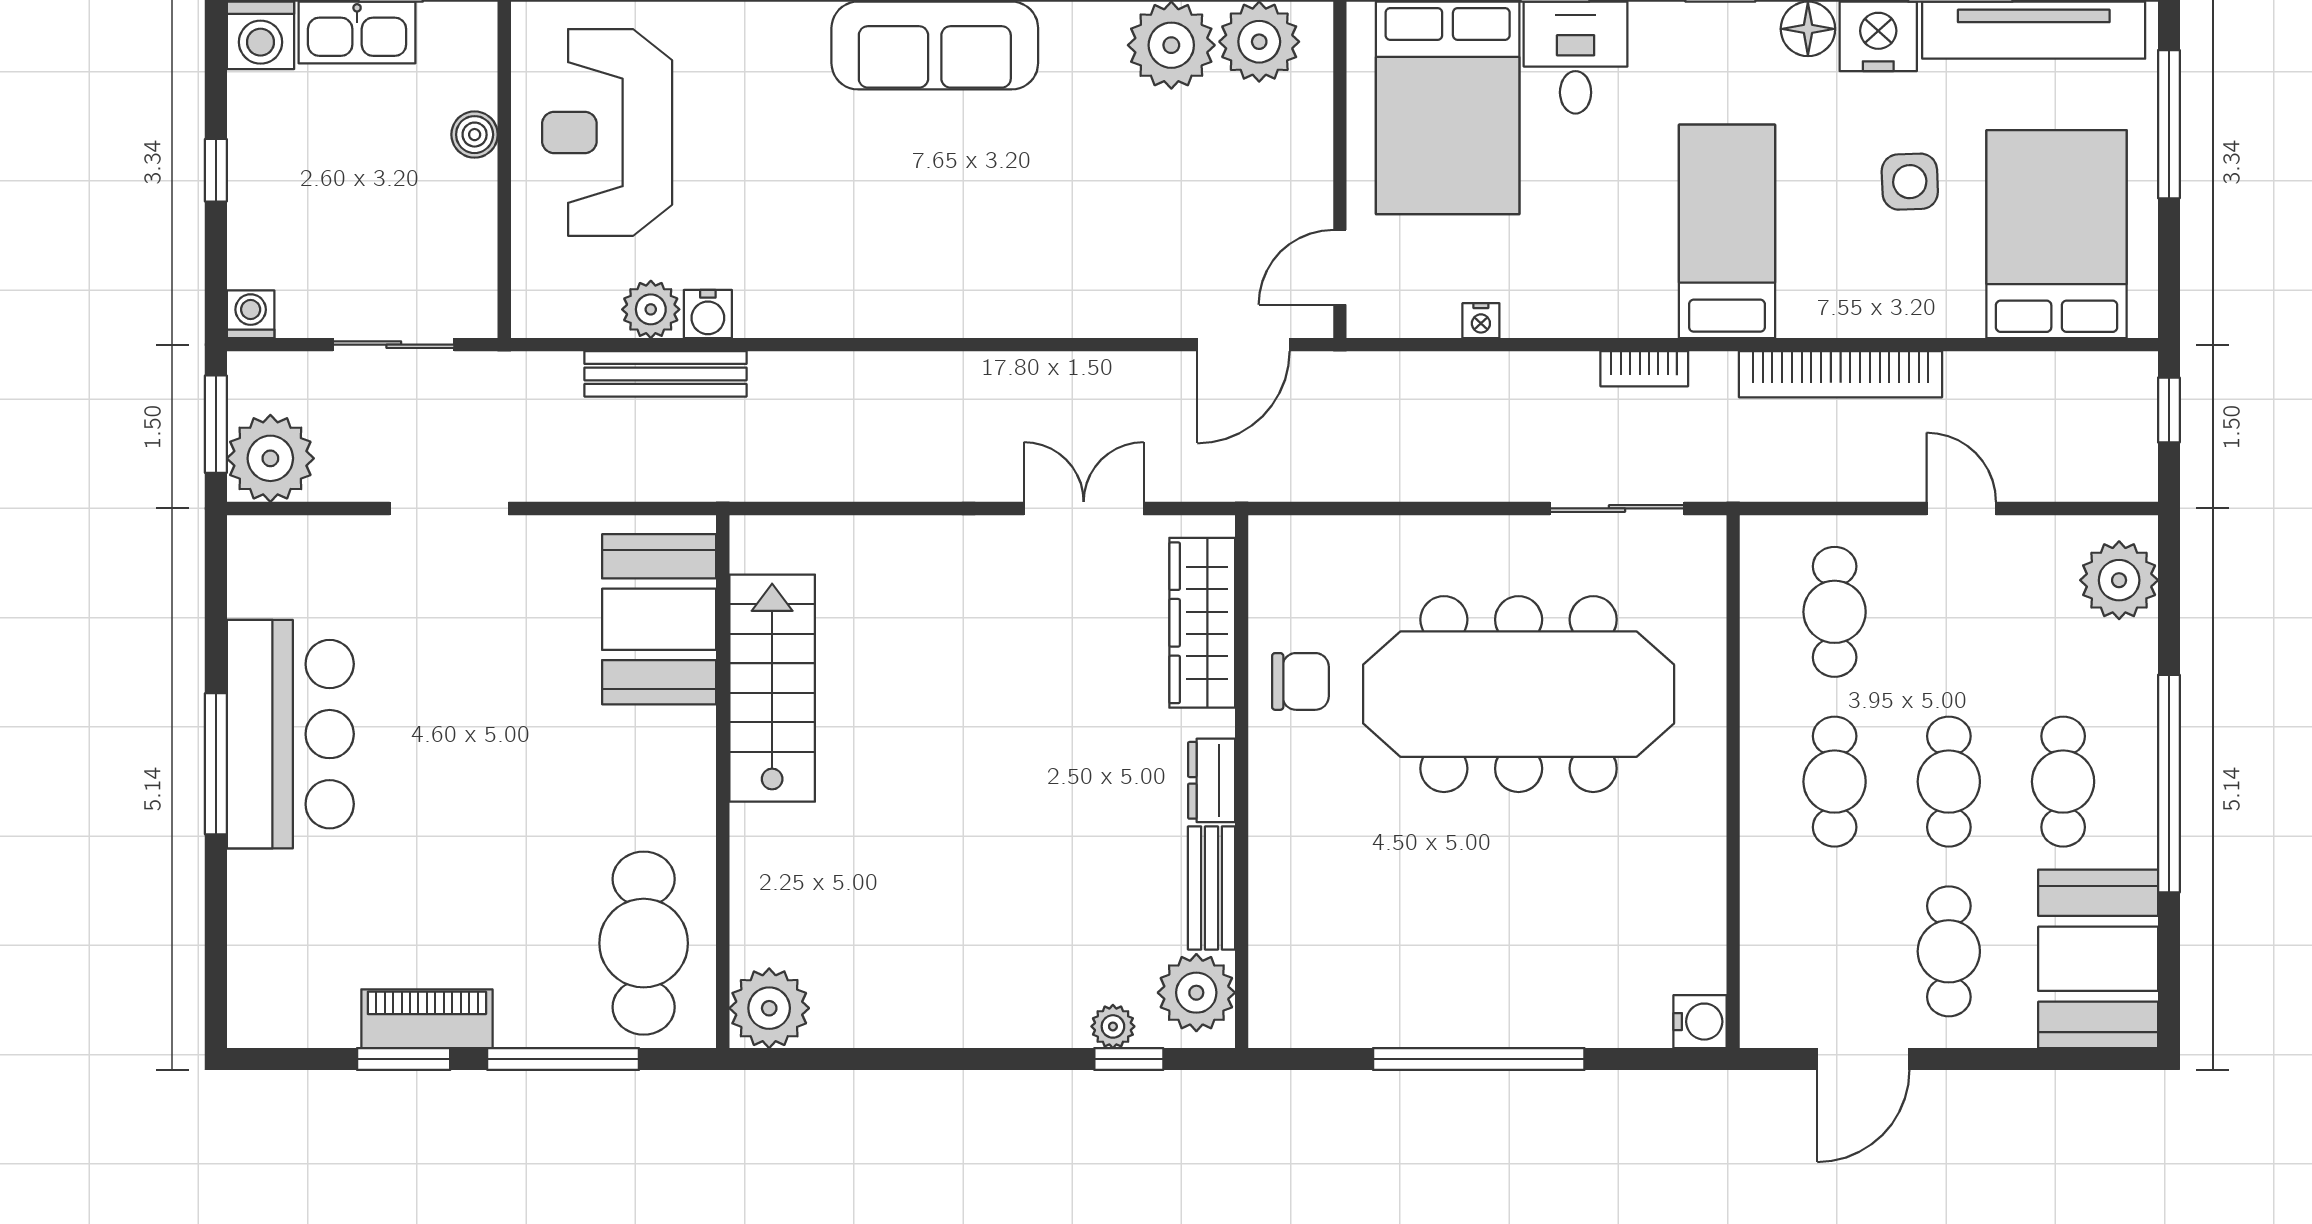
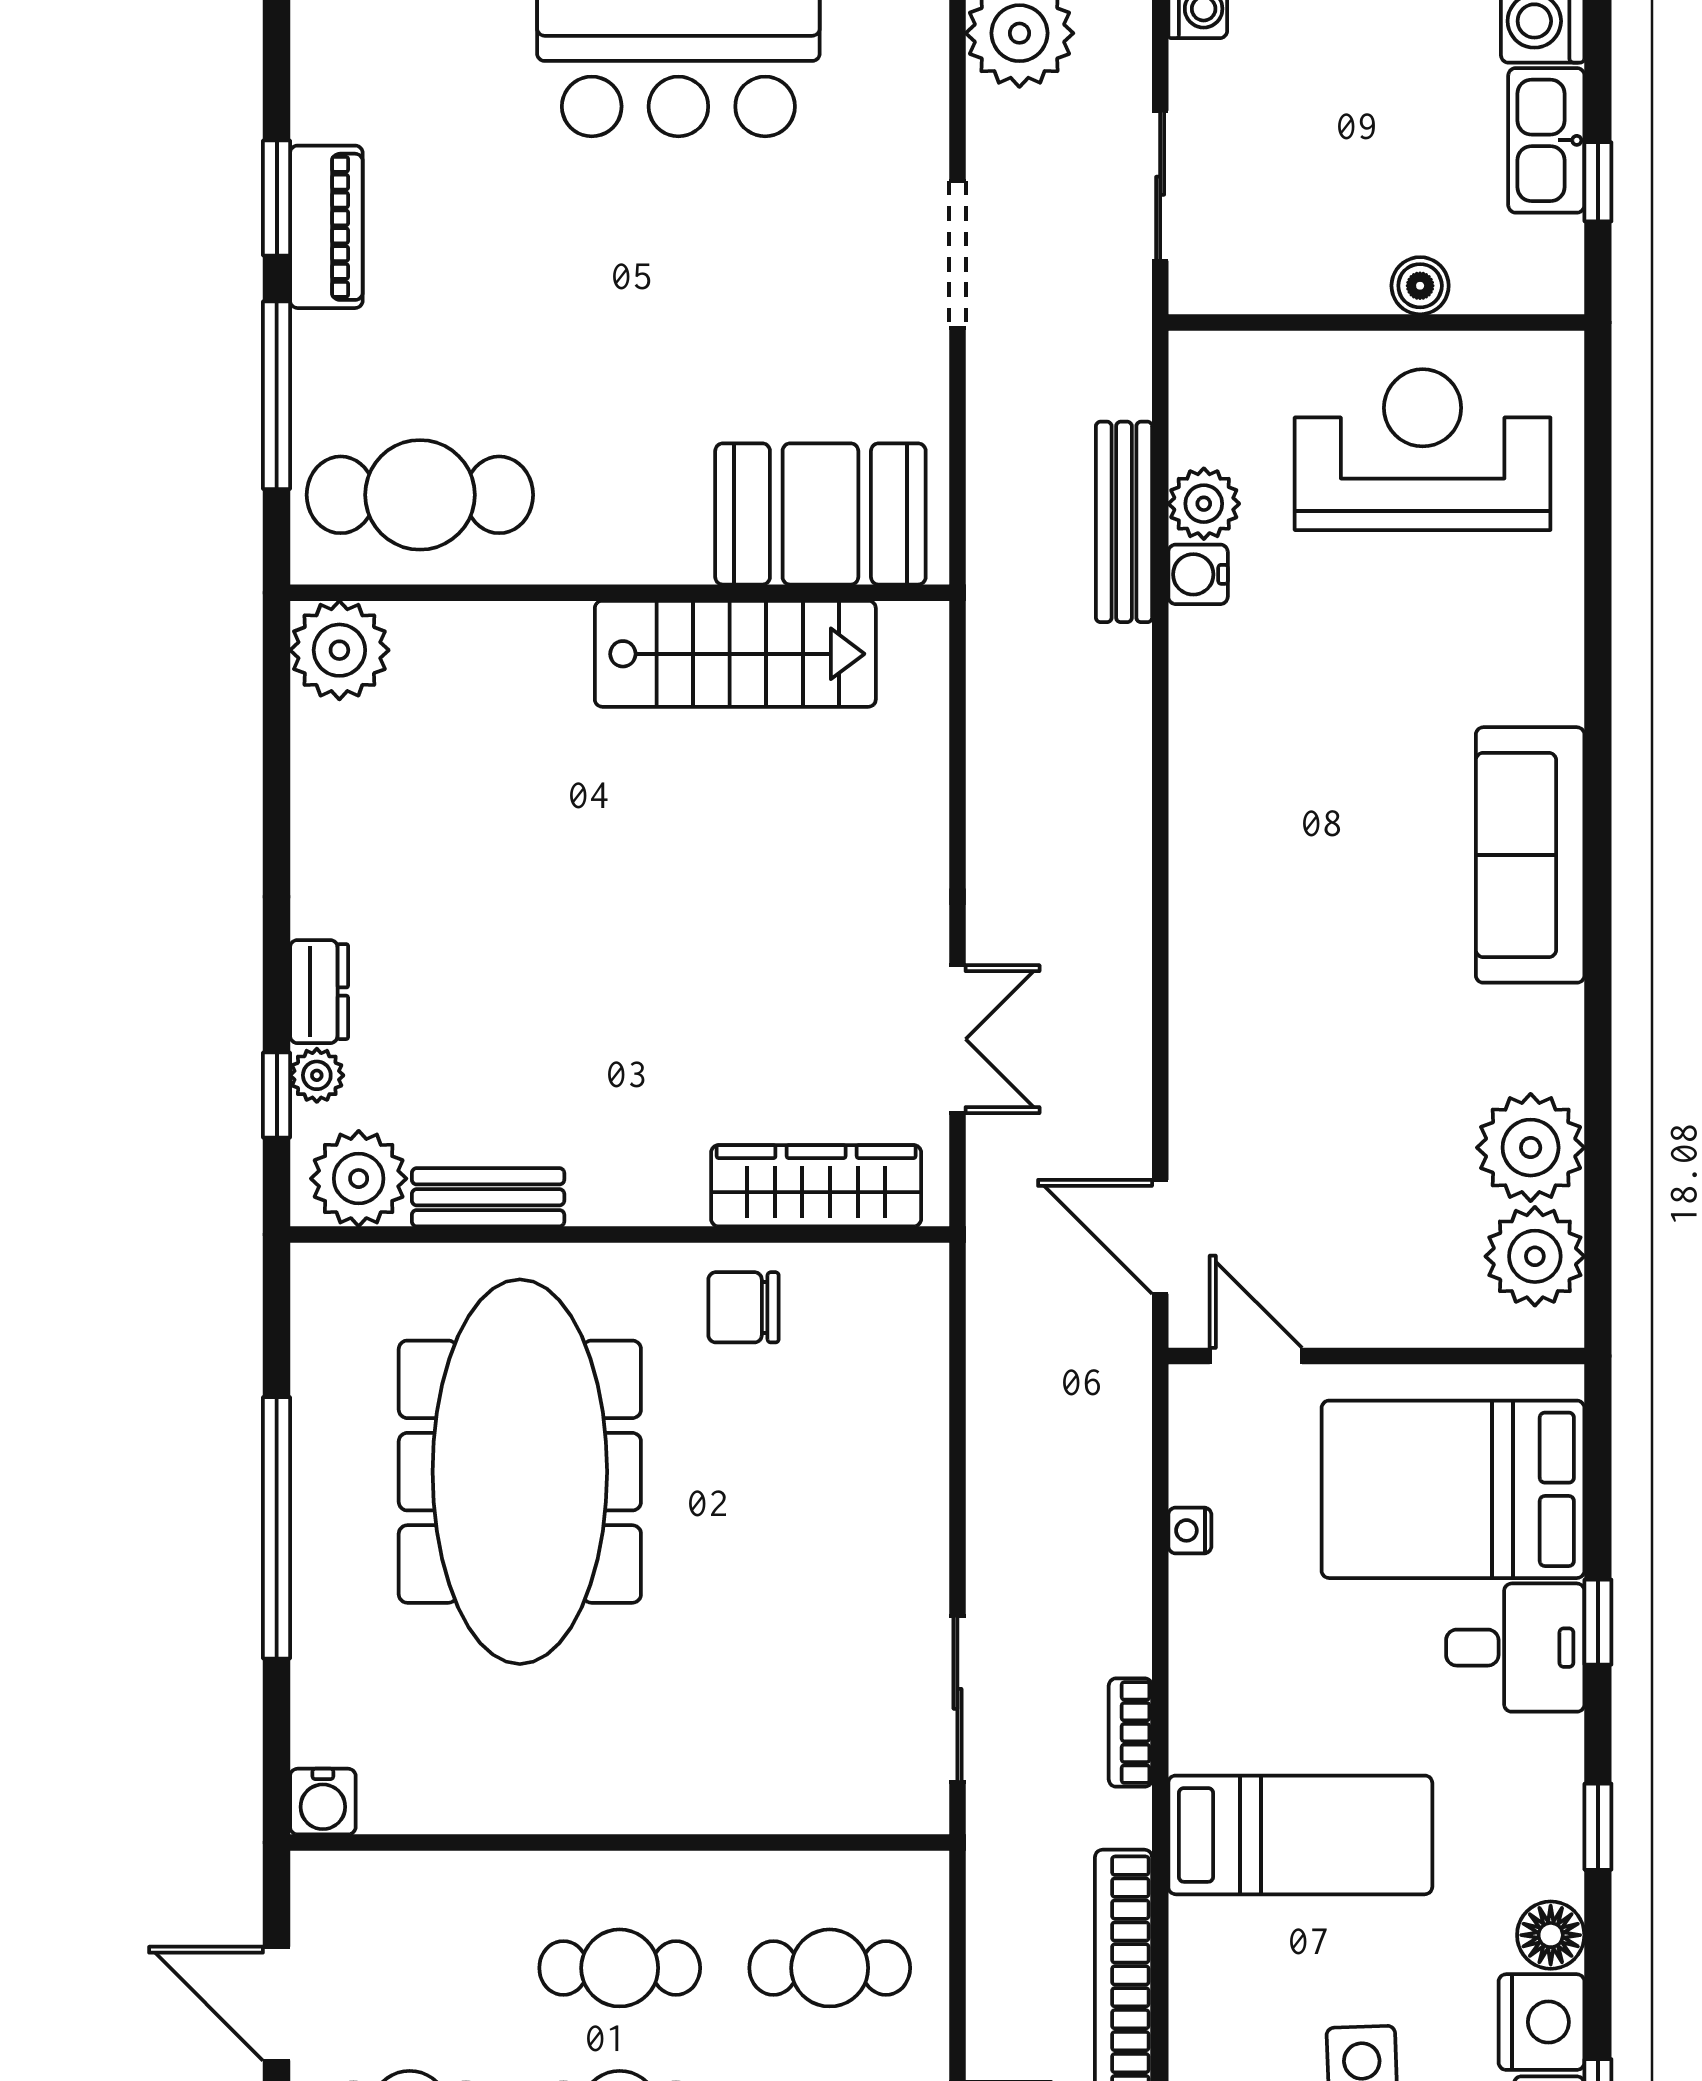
chair: (1300, 681) -> (744, 1307), turned 90
meeting table: (1519, 694) -> (520, 1472), moved
dresser: (1212, 780) -> (319, 992), moved, turned 90

